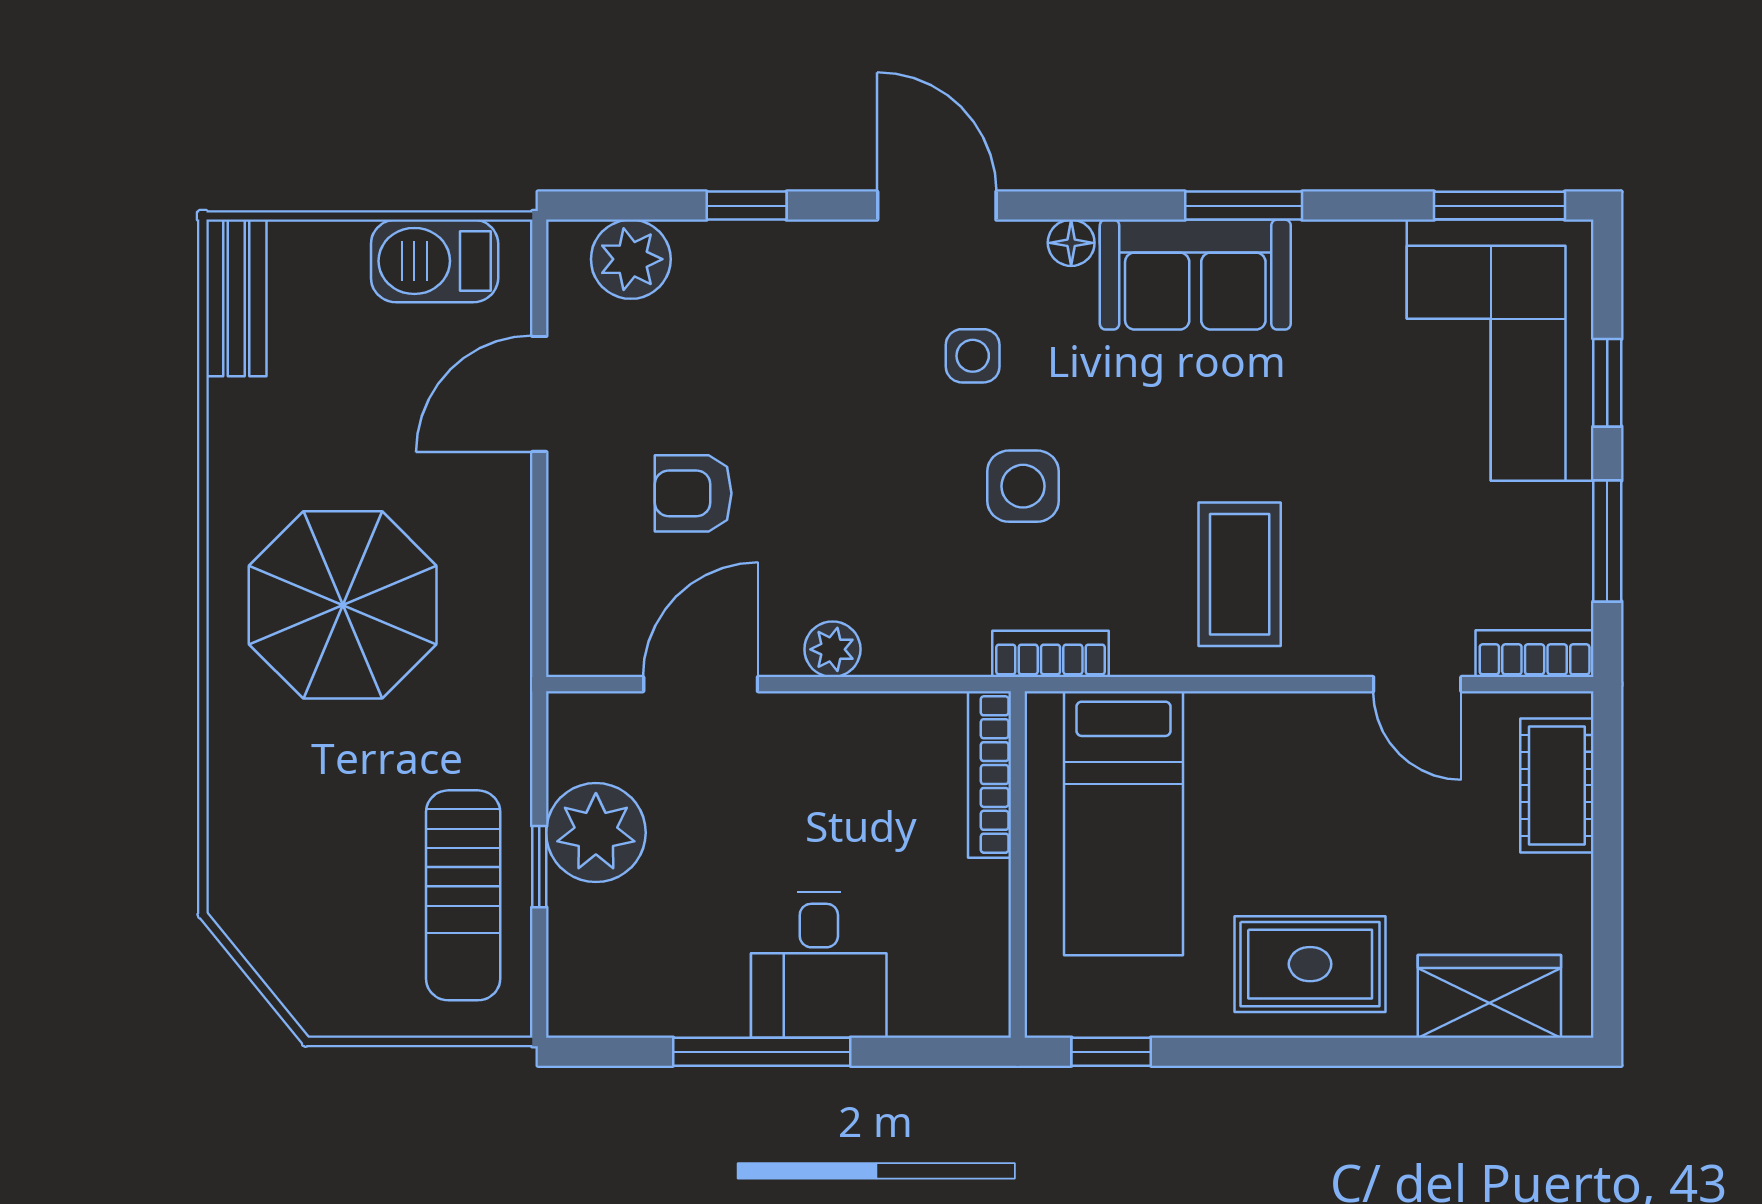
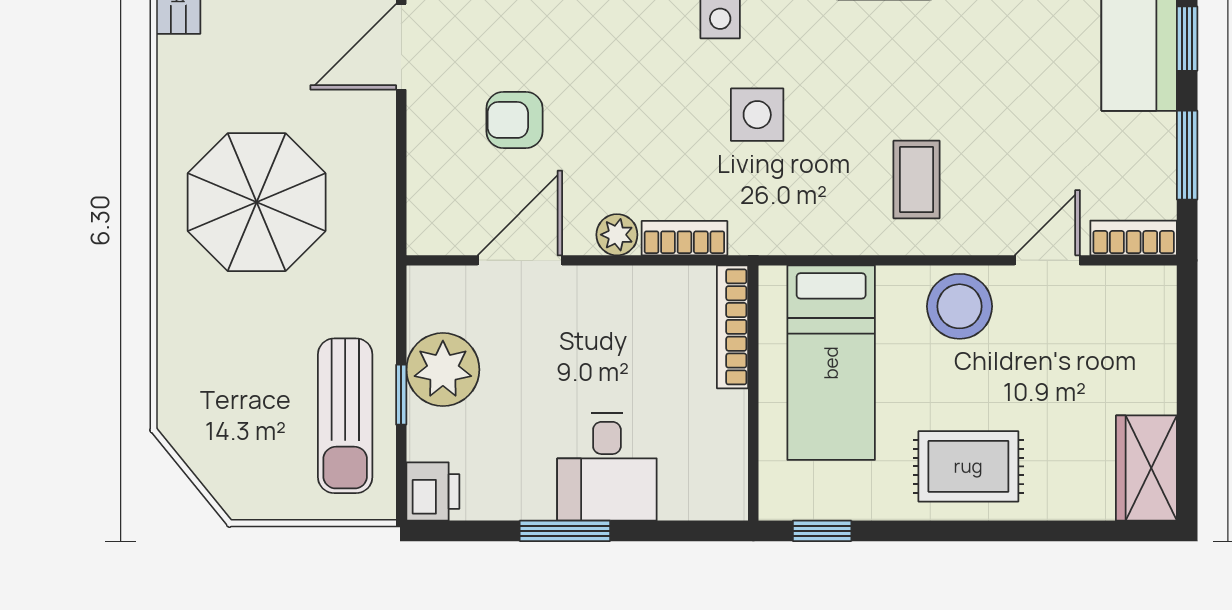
coffee table: (1240, 574) -> (917, 179), width x0.73, depth x0.77
bookcase: (1051, 654) -> (684, 238), moved
door: (1417, 684) -> (1047, 260), swing flipped
stool: (1298, 747) -> (960, 306), added
cot: (1557, 785) -> (1150, 335), removed
wardrobe: (1489, 996) -> (1146, 468), moved, turned -90
printer: (582, 998) -> (433, 491), added
window: (762, 1052) -> (565, 531), width x0.69

